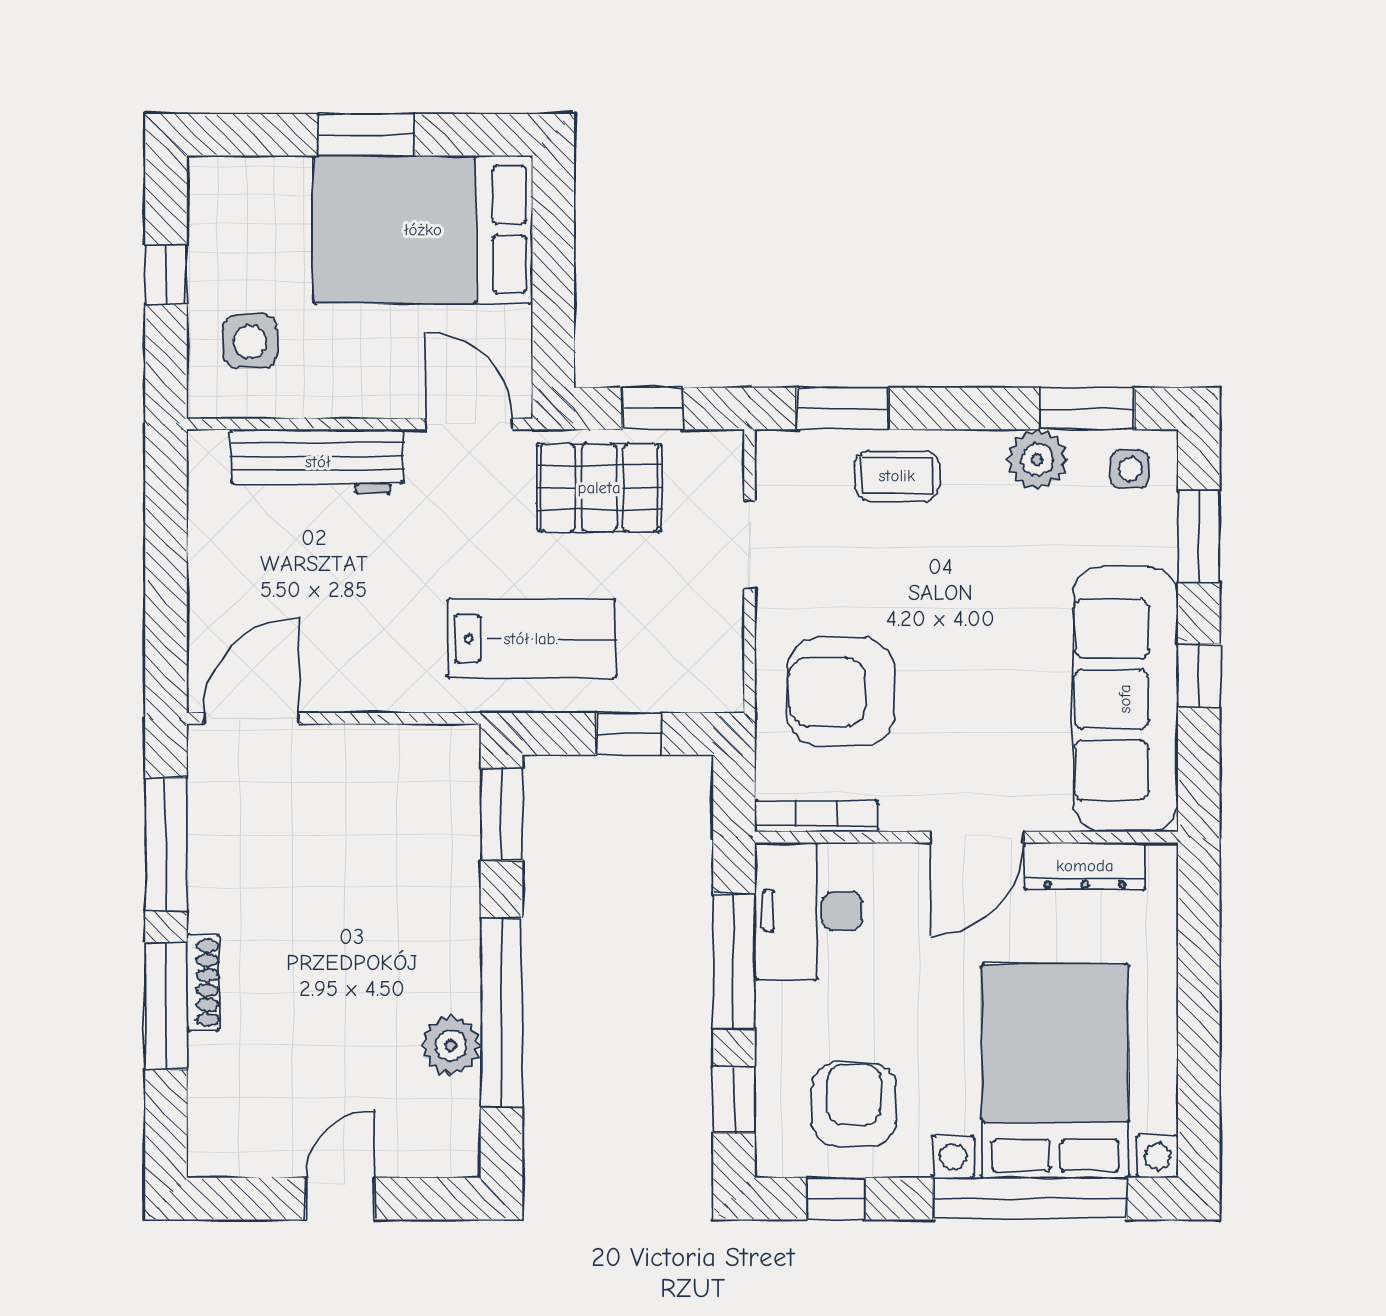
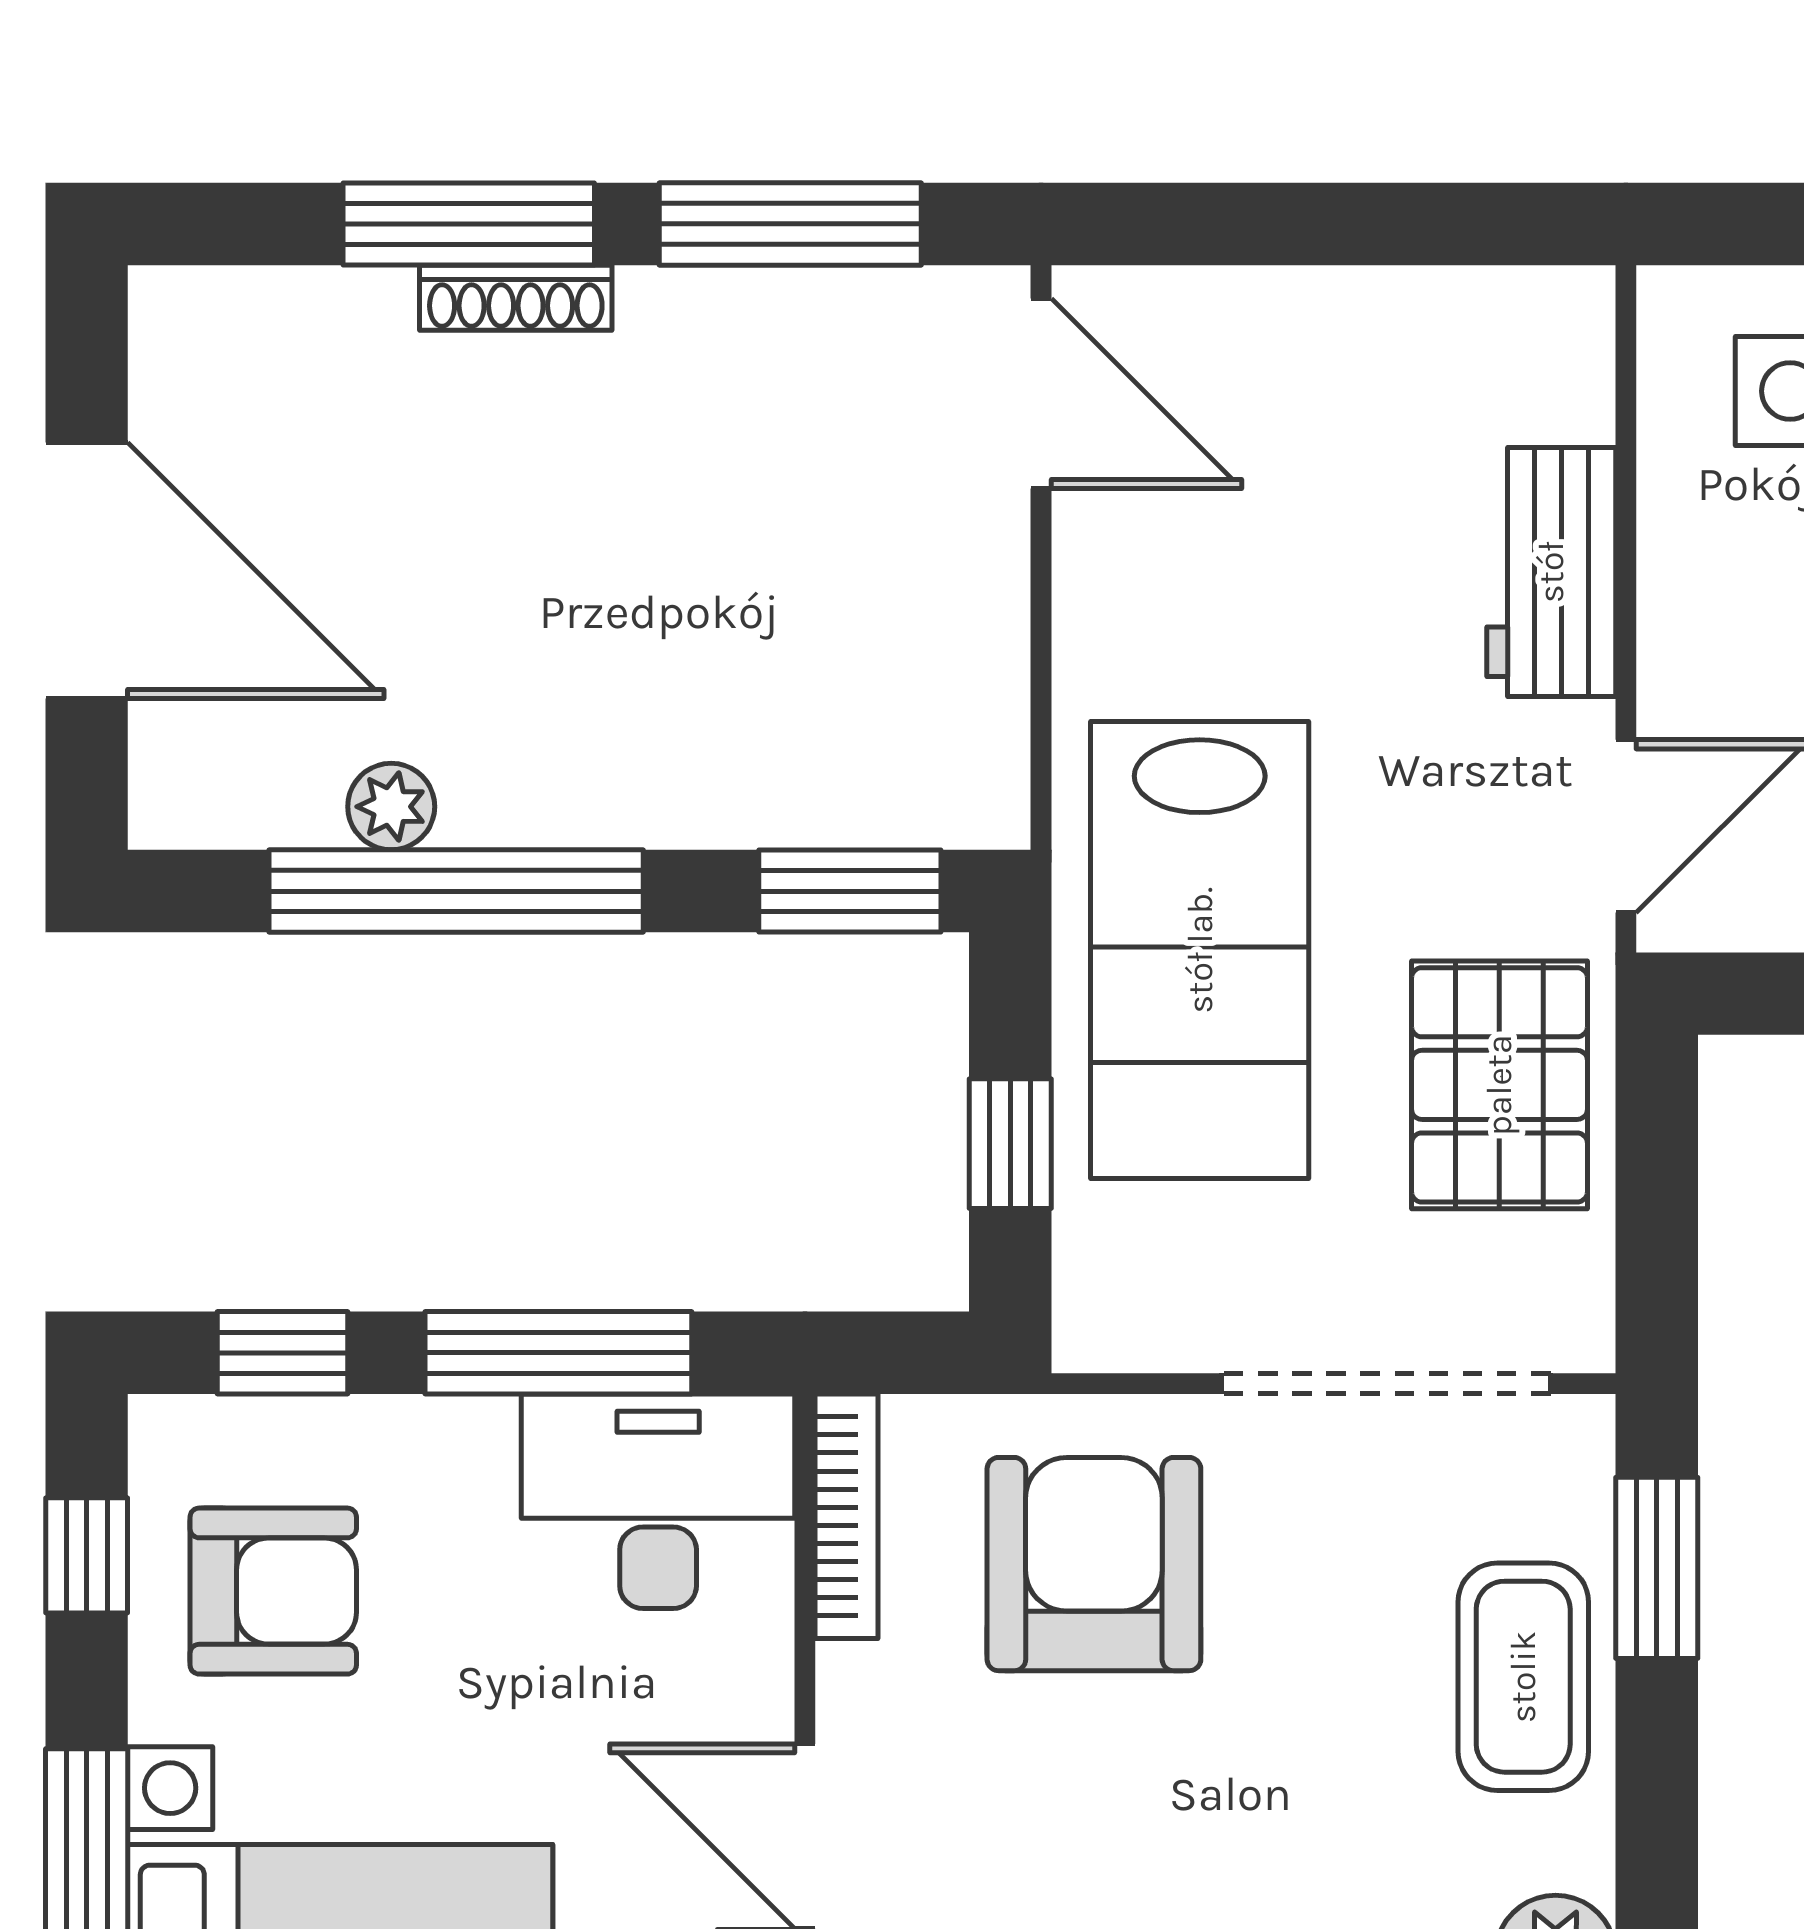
window: (653, 409) -> (1657, 1192), removed
workbench: (318, 462) -> (1551, 572), width x0.73
coffee table: (897, 476) -> (1523, 1677), width x1.36, depth x1.30
doorway: (749, 545) -> (1386, 1384), width x1.88
lab bench: (531, 639) -> (1200, 950), width x1.36, depth x1.39
plant: (451, 1045) -> (391, 807), width x0.73, depth x0.73
door: (340, 1199) -> (87, 570), width x1.87

